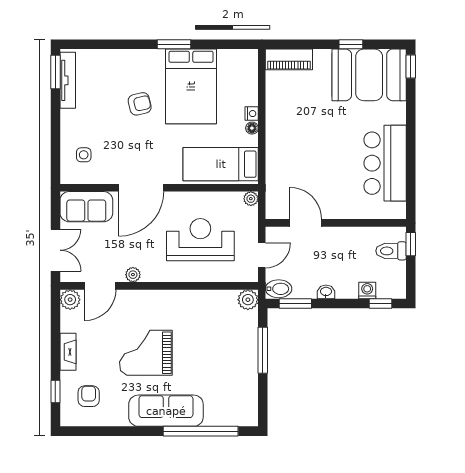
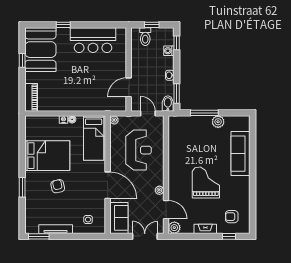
window: (174, 44) -> (22, 187), moved
window: (411, 67) -> (63, 25), moved
tv unit: (68, 80) -> (56, 229), moved
reception desk: (200, 240) -> (139, 150), turned 180
window: (411, 244) -> (152, 25), moved
plant: (248, 300) -> (218, 122), moved
grand piano: (146, 353) -> (206, 183), turned 180
sofa: (166, 411) -> (240, 154), moved
window: (201, 431) -> (253, 150), removed

